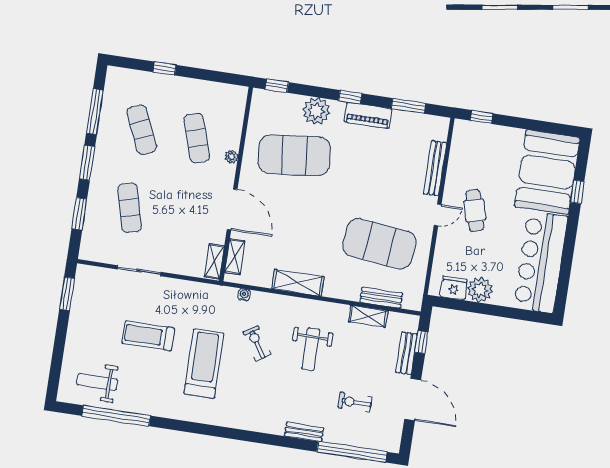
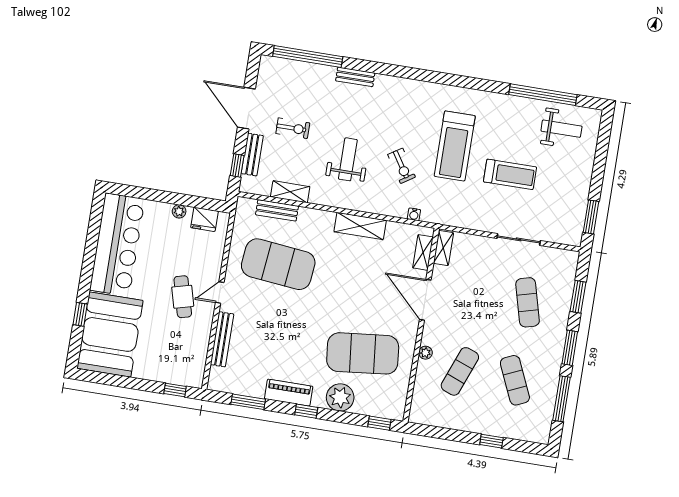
exercise mat: (197, 138) -> (460, 371), turned 39
plant: (480, 290) -> (179, 211), width x0.53, depth x0.53
exercise bike: (355, 402) -> (293, 128), moved

